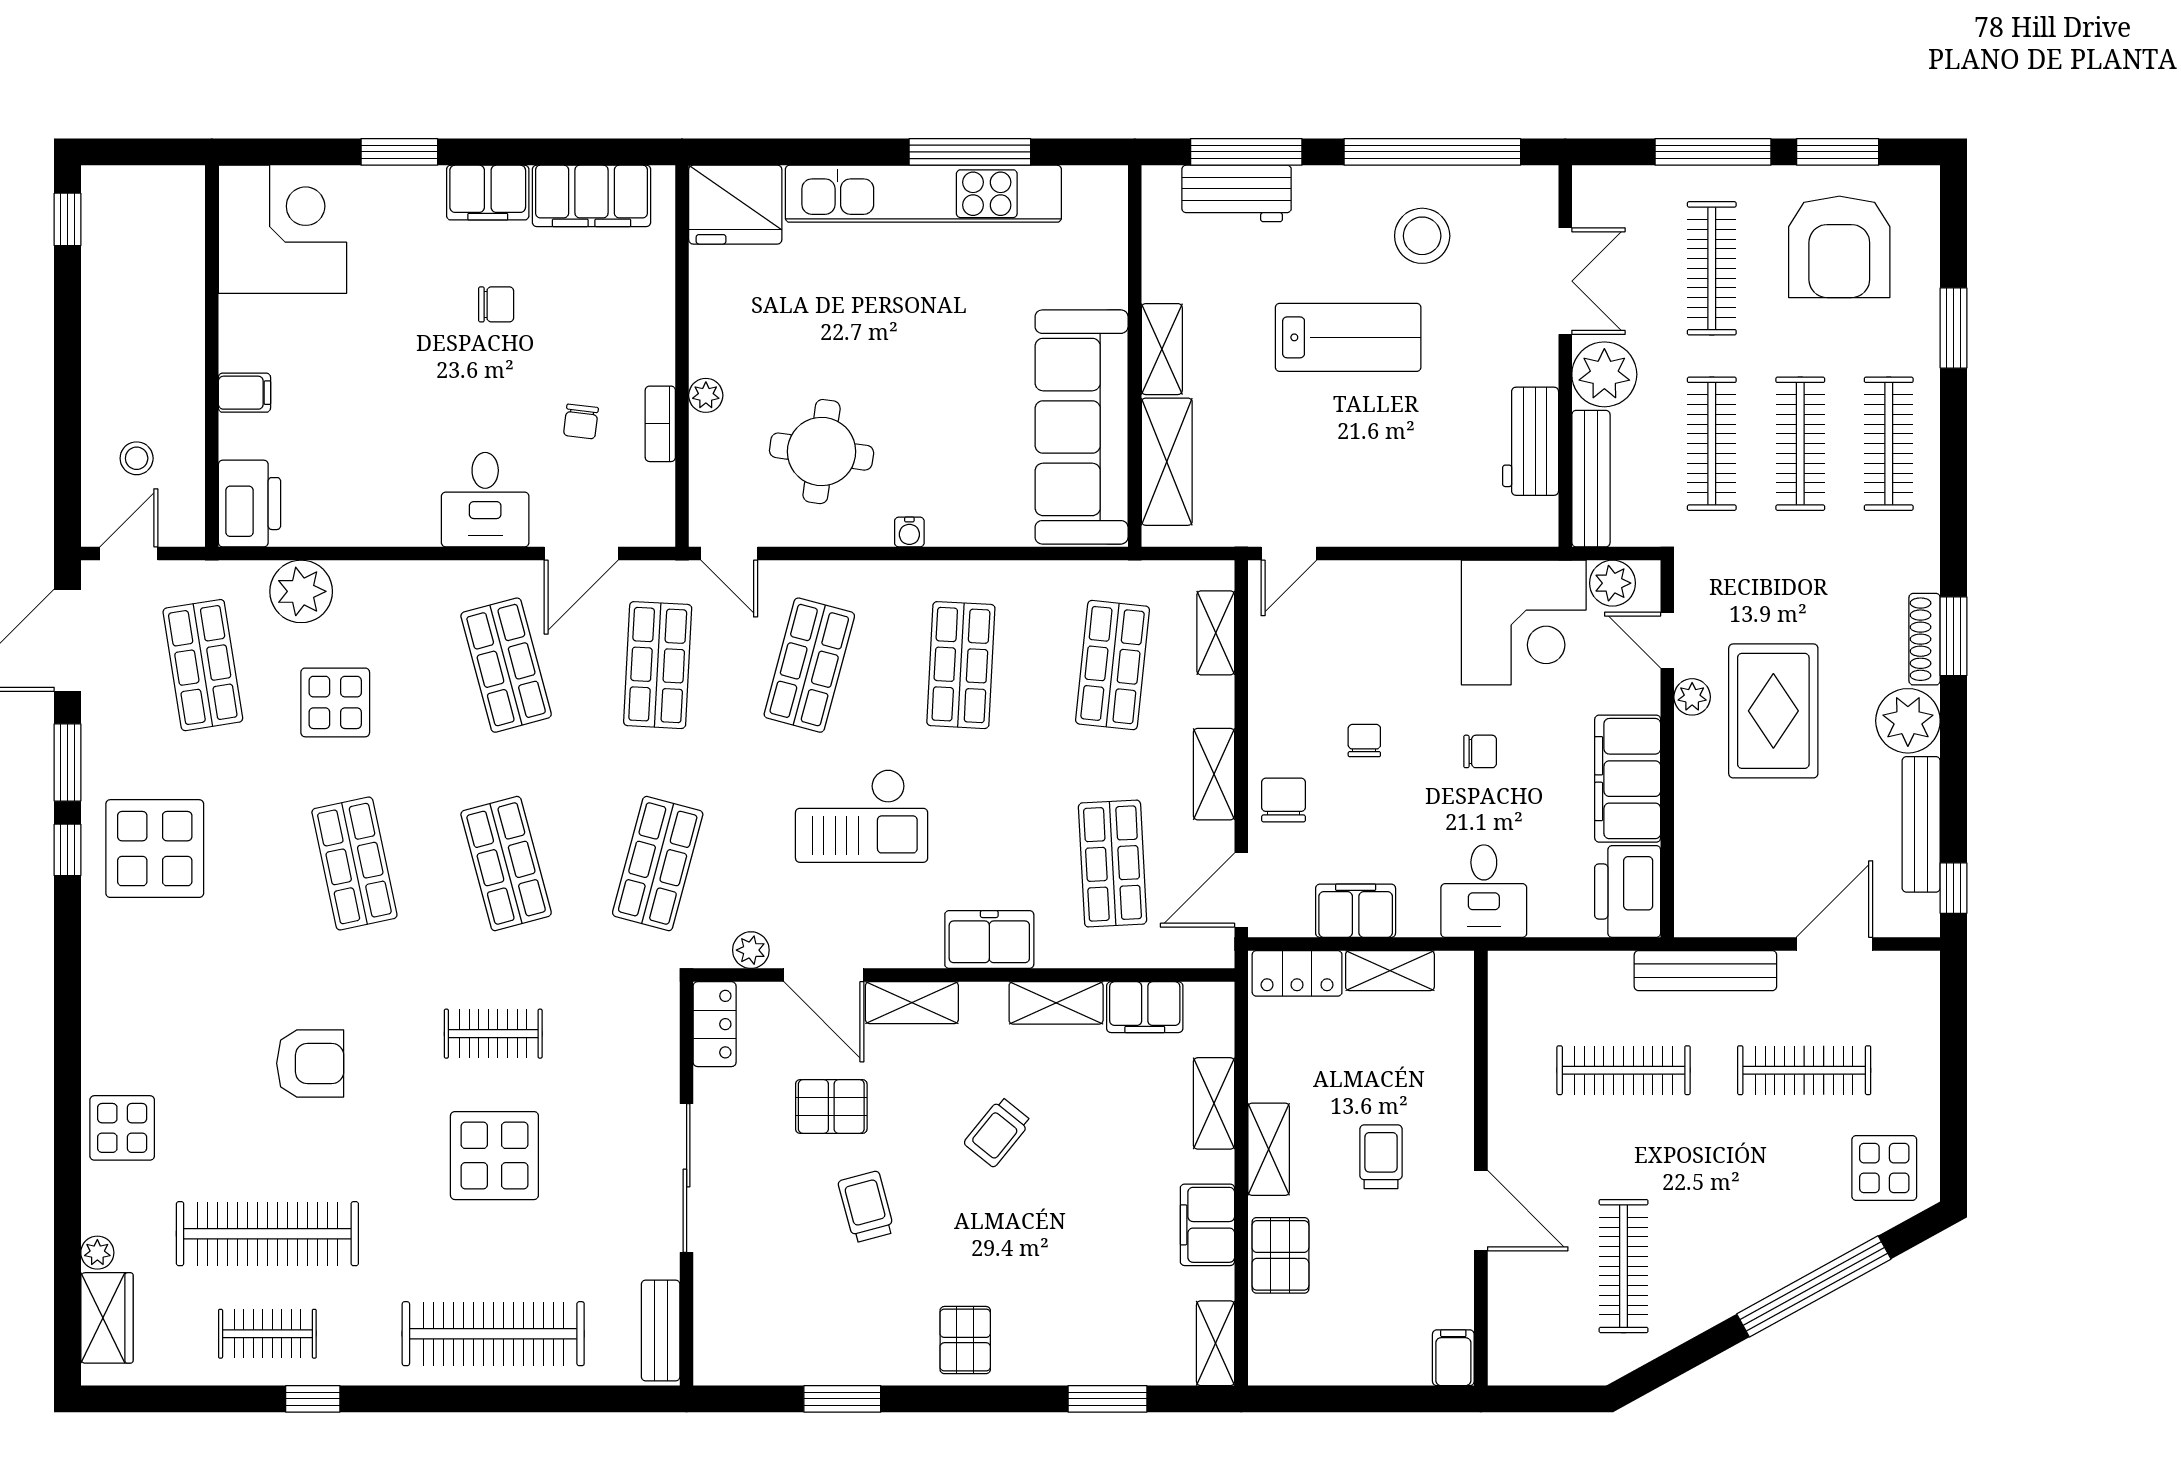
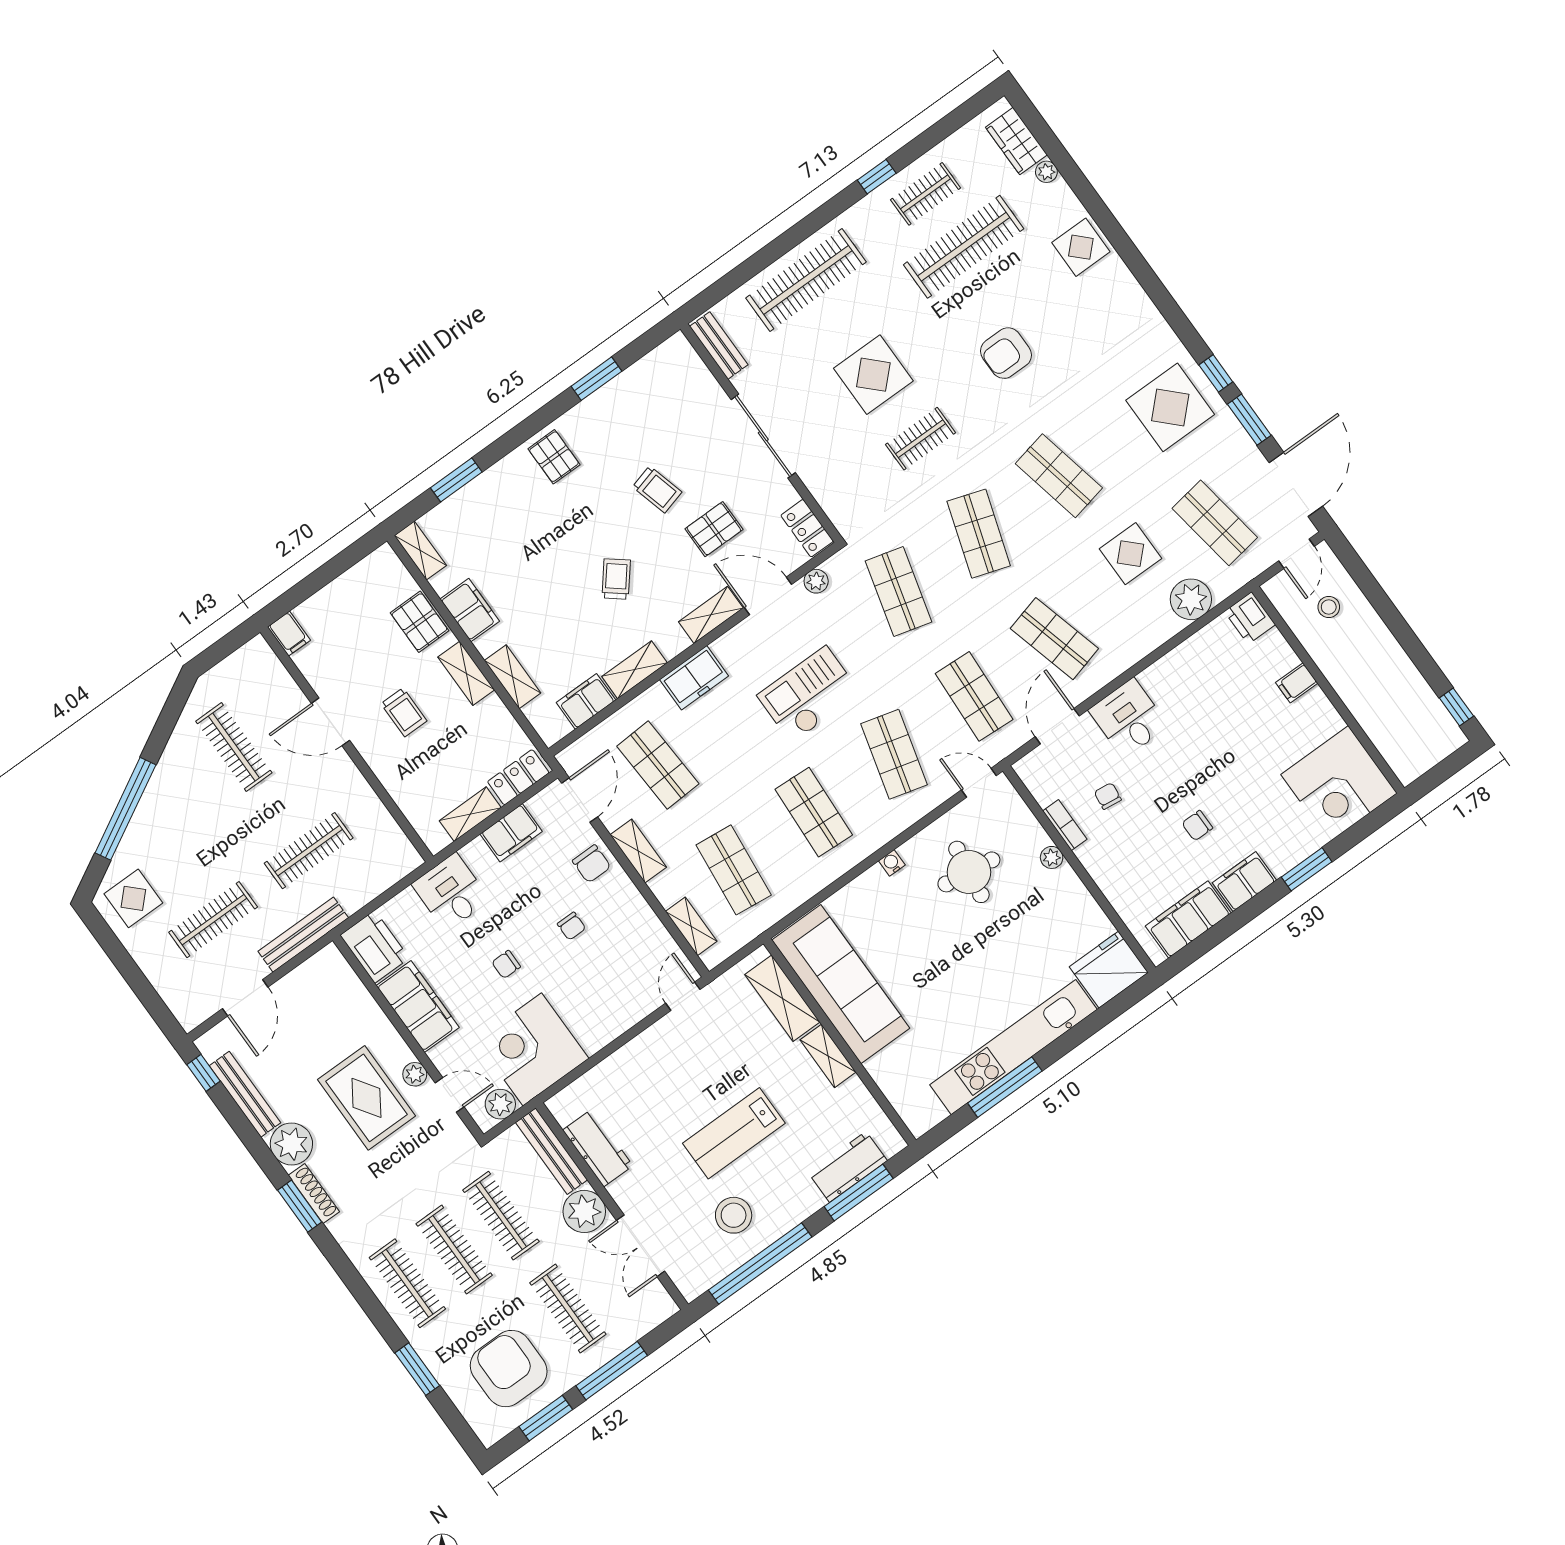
printer: (249, 504) -> (1250, 618), width x0.73, depth x0.84
shop shelf: (506, 864) -> (979, 534), turned 33

